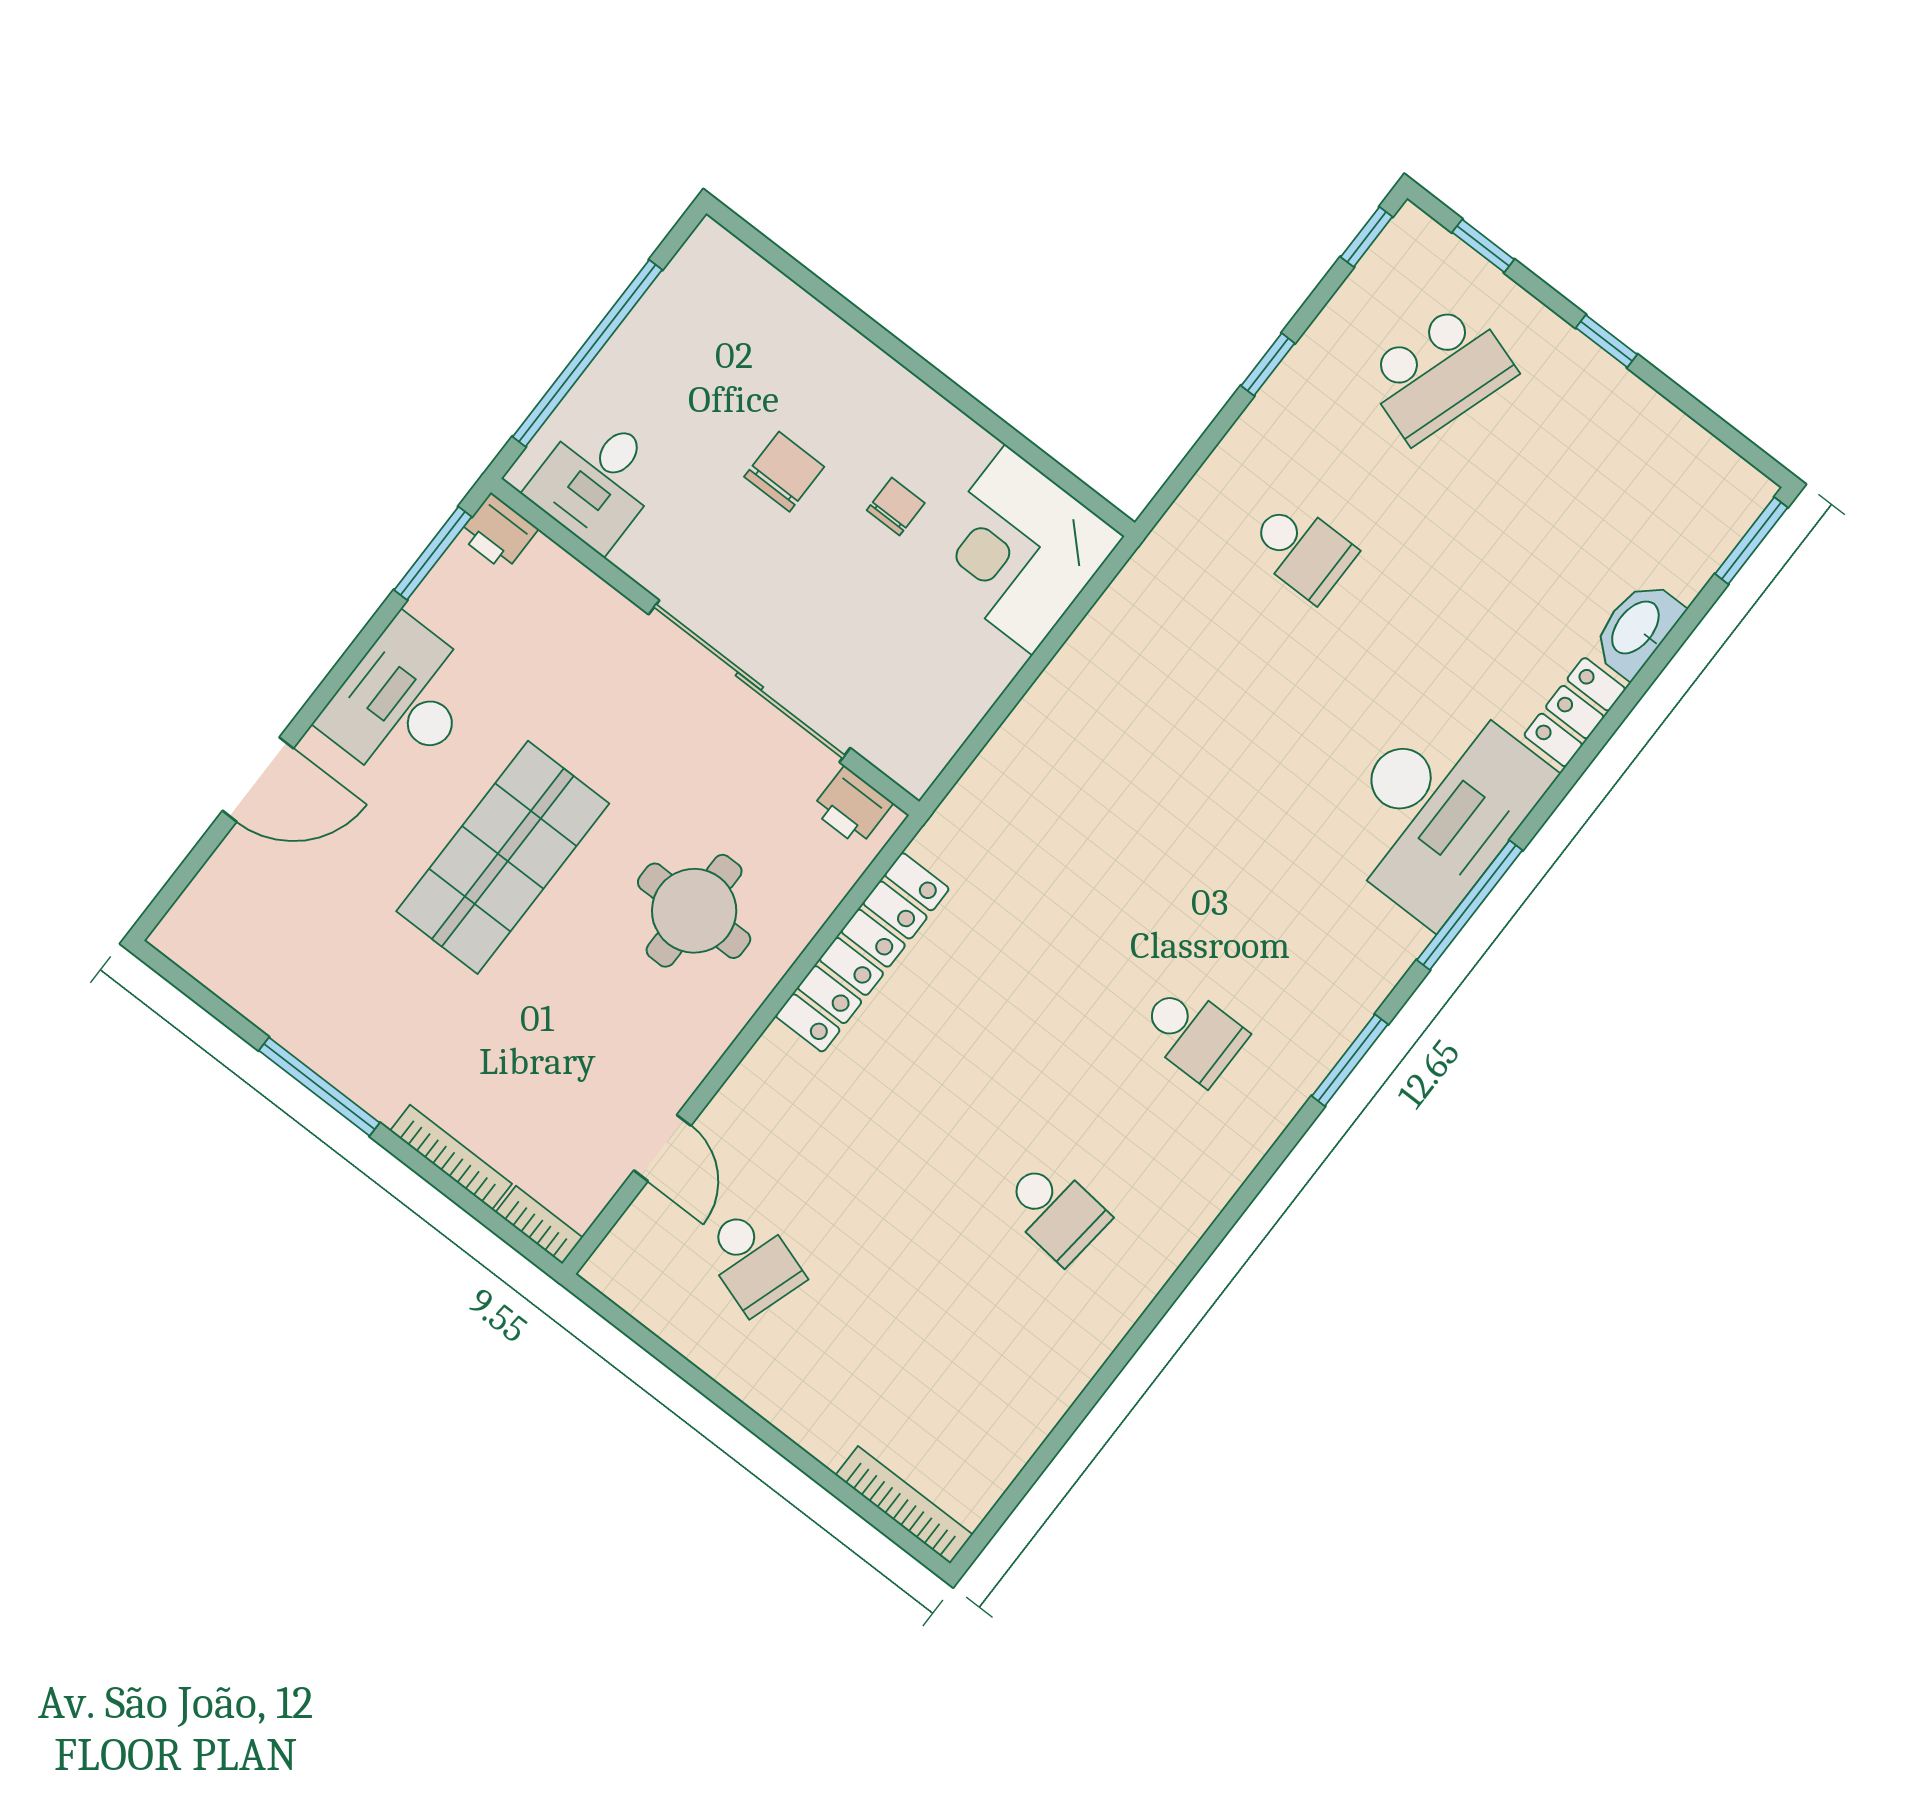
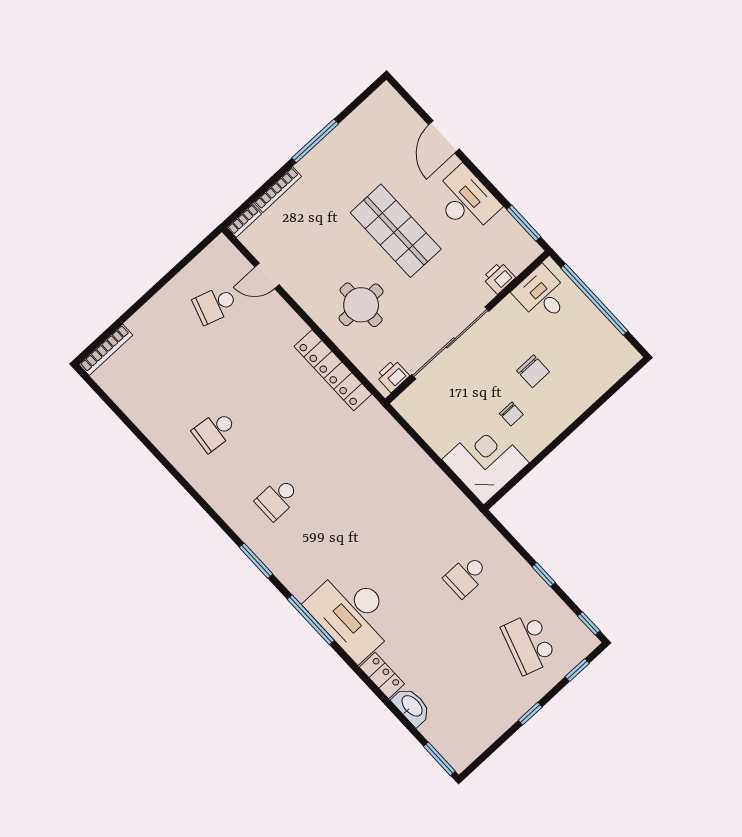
printer: (498, 532) -> (499, 278), moved

